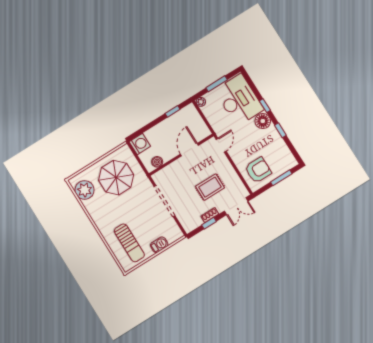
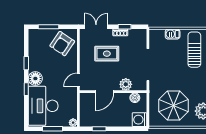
plant: (174, 169) -> (126, 84), added
armchair: (258, 170) -> (62, 44), turned -56

